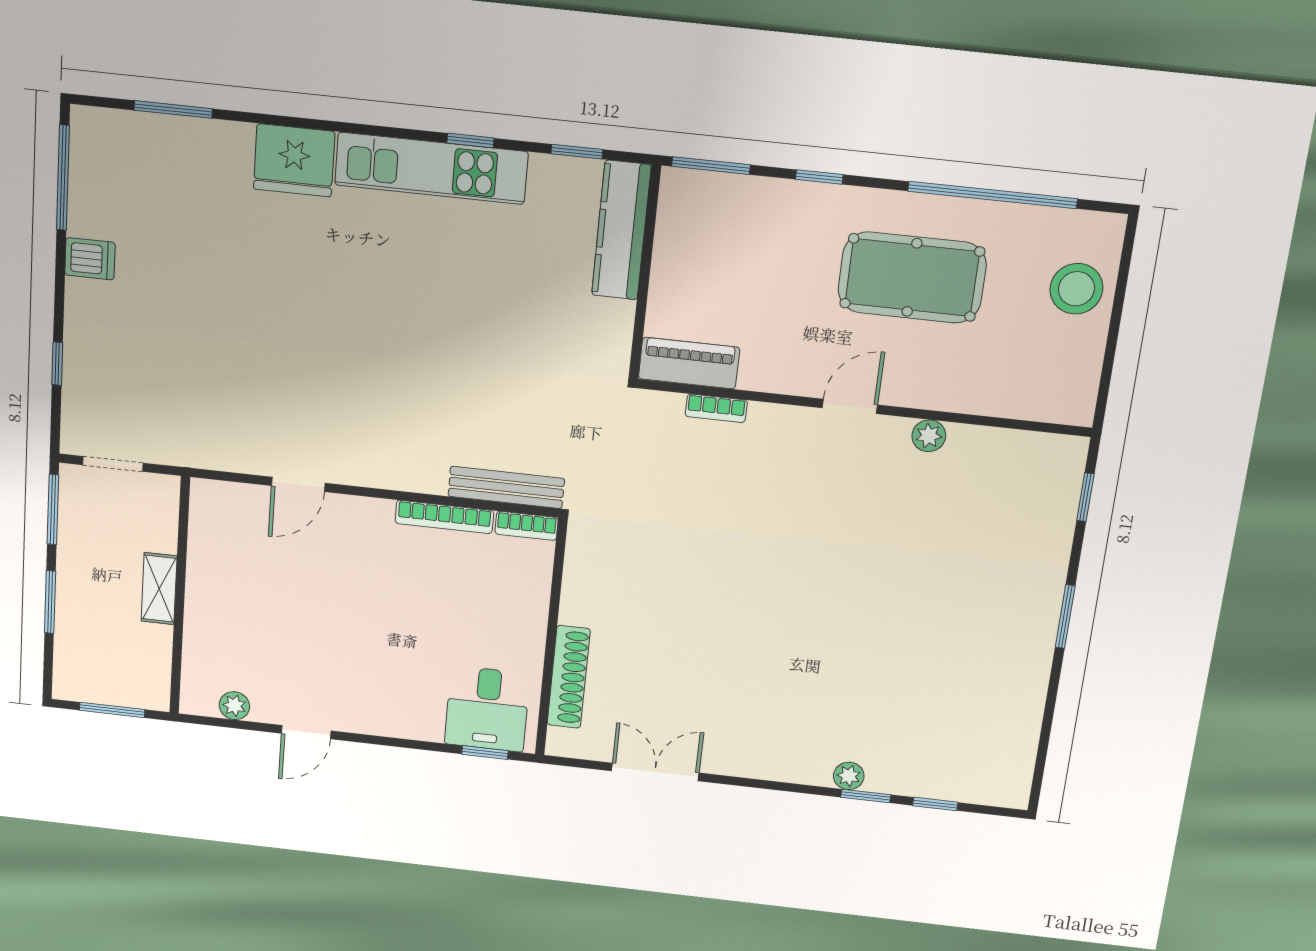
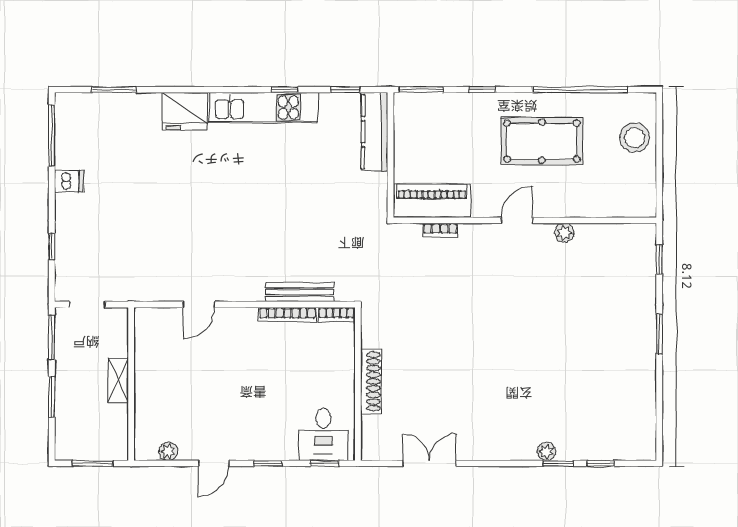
piano: (689, 363) -> (432, 201), width x1.37, depth x1.33
bench: (506, 487) -> (300, 292), moved
shoe rack: (569, 677) -> (371, 381), moved
window: (394, 742) -> (268, 463), added

